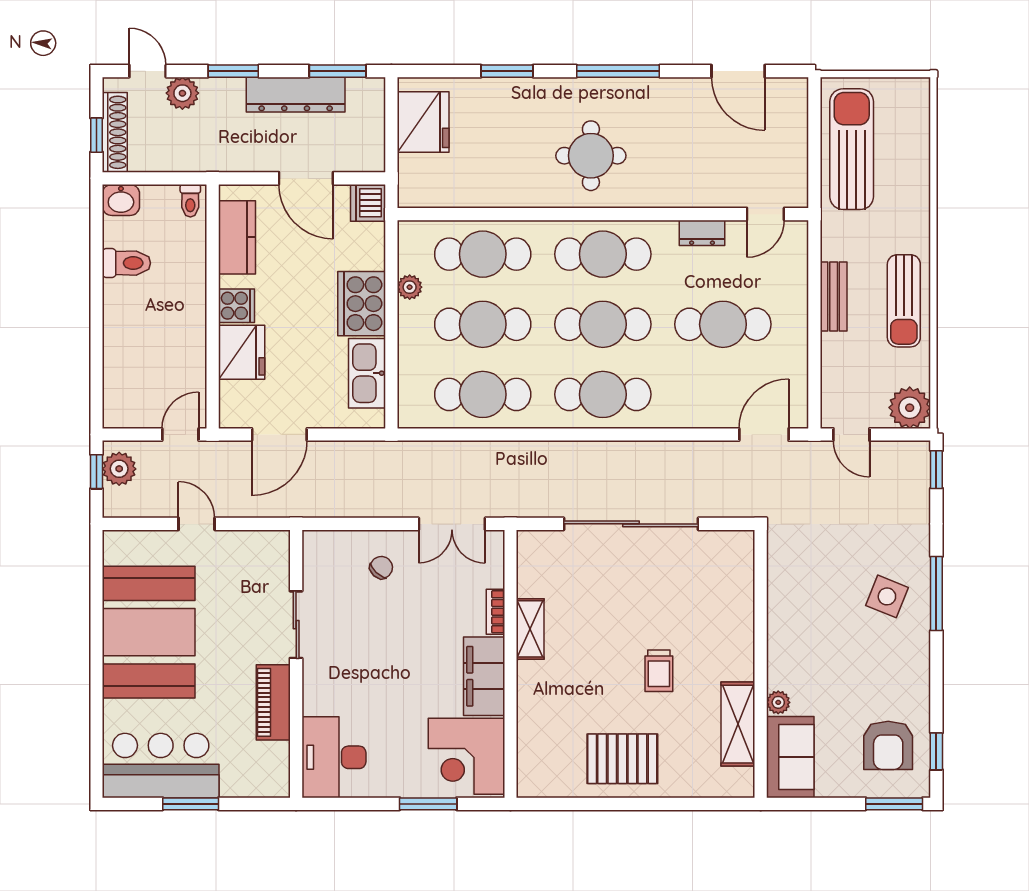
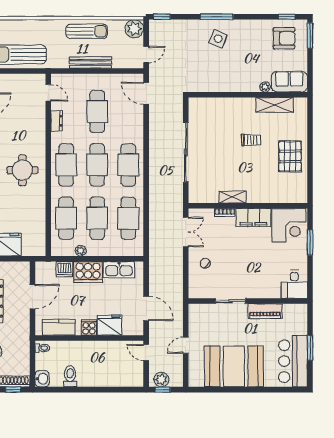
dishwasher: (368, 203) -> (64, 269), moved
bench: (834, 296) -> (90, 62), width x1.36
desk: (334, 757) -> (294, 284), width x0.73

